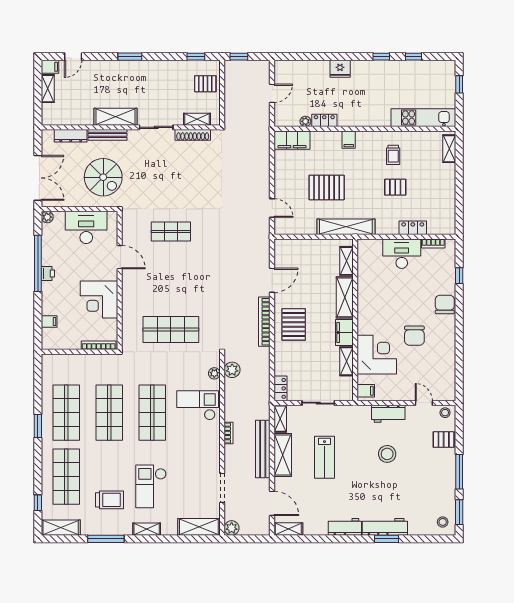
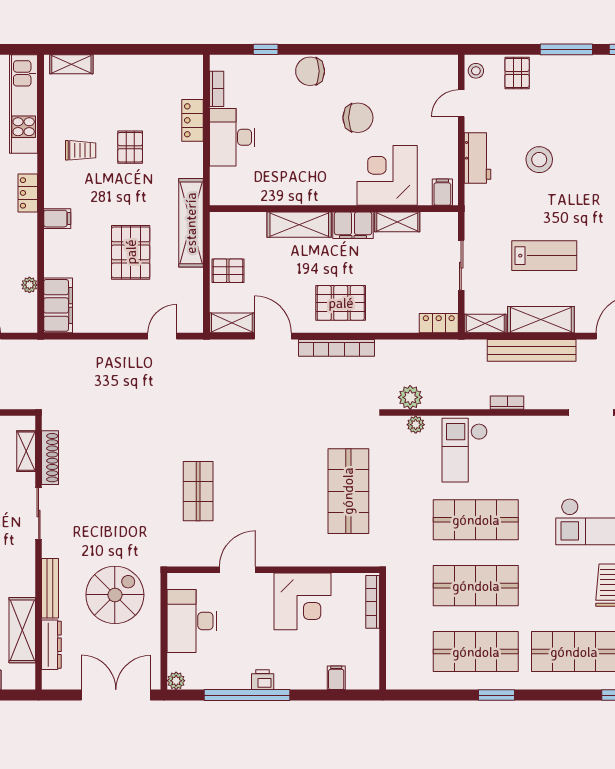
shelving: (116, 117) -> (22, 630), moved
locker: (324, 120) -> (28, 193), moved
pallet: (315, 251) -> (228, 271), added
shelving: (347, 261) -> (232, 323), moved

